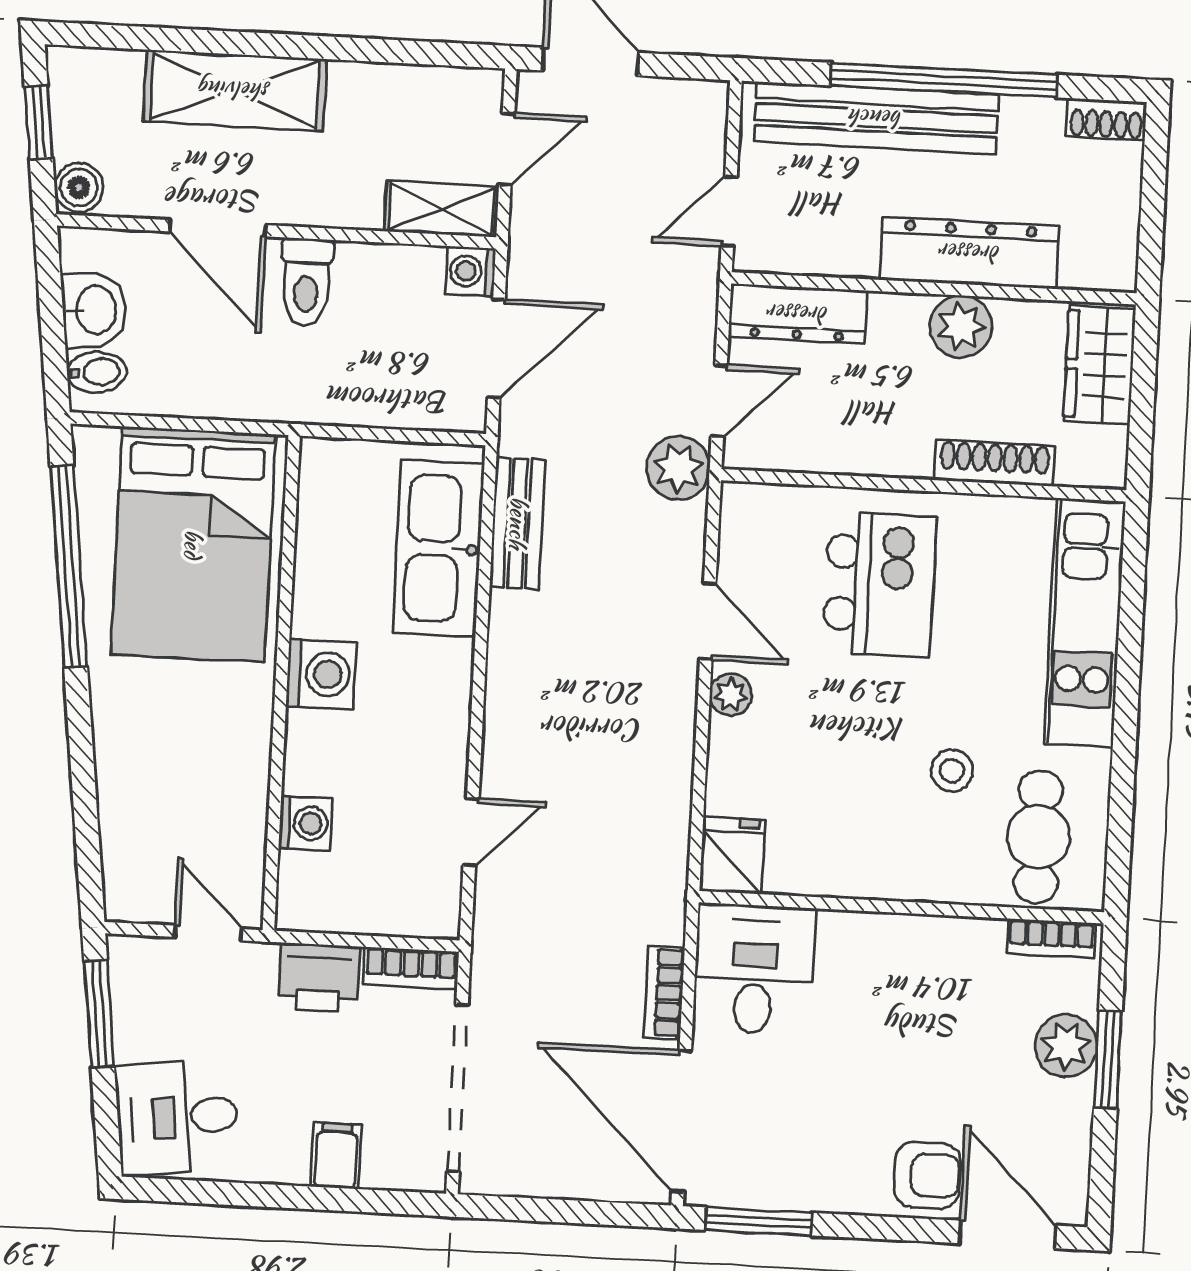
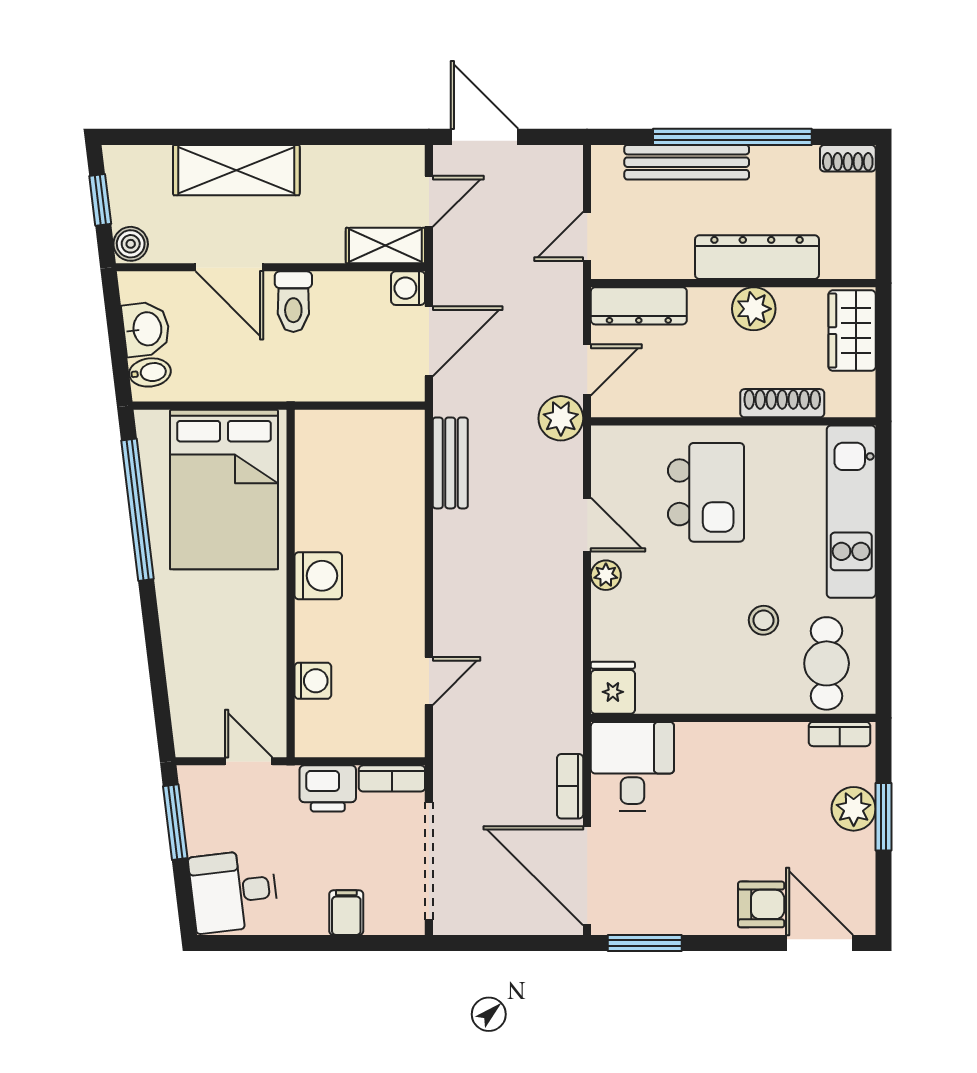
bench: (876, 118) -> (687, 162), width x0.73, depth x0.82
kitchen sink: (439, 548) -> (396, 483), removed

